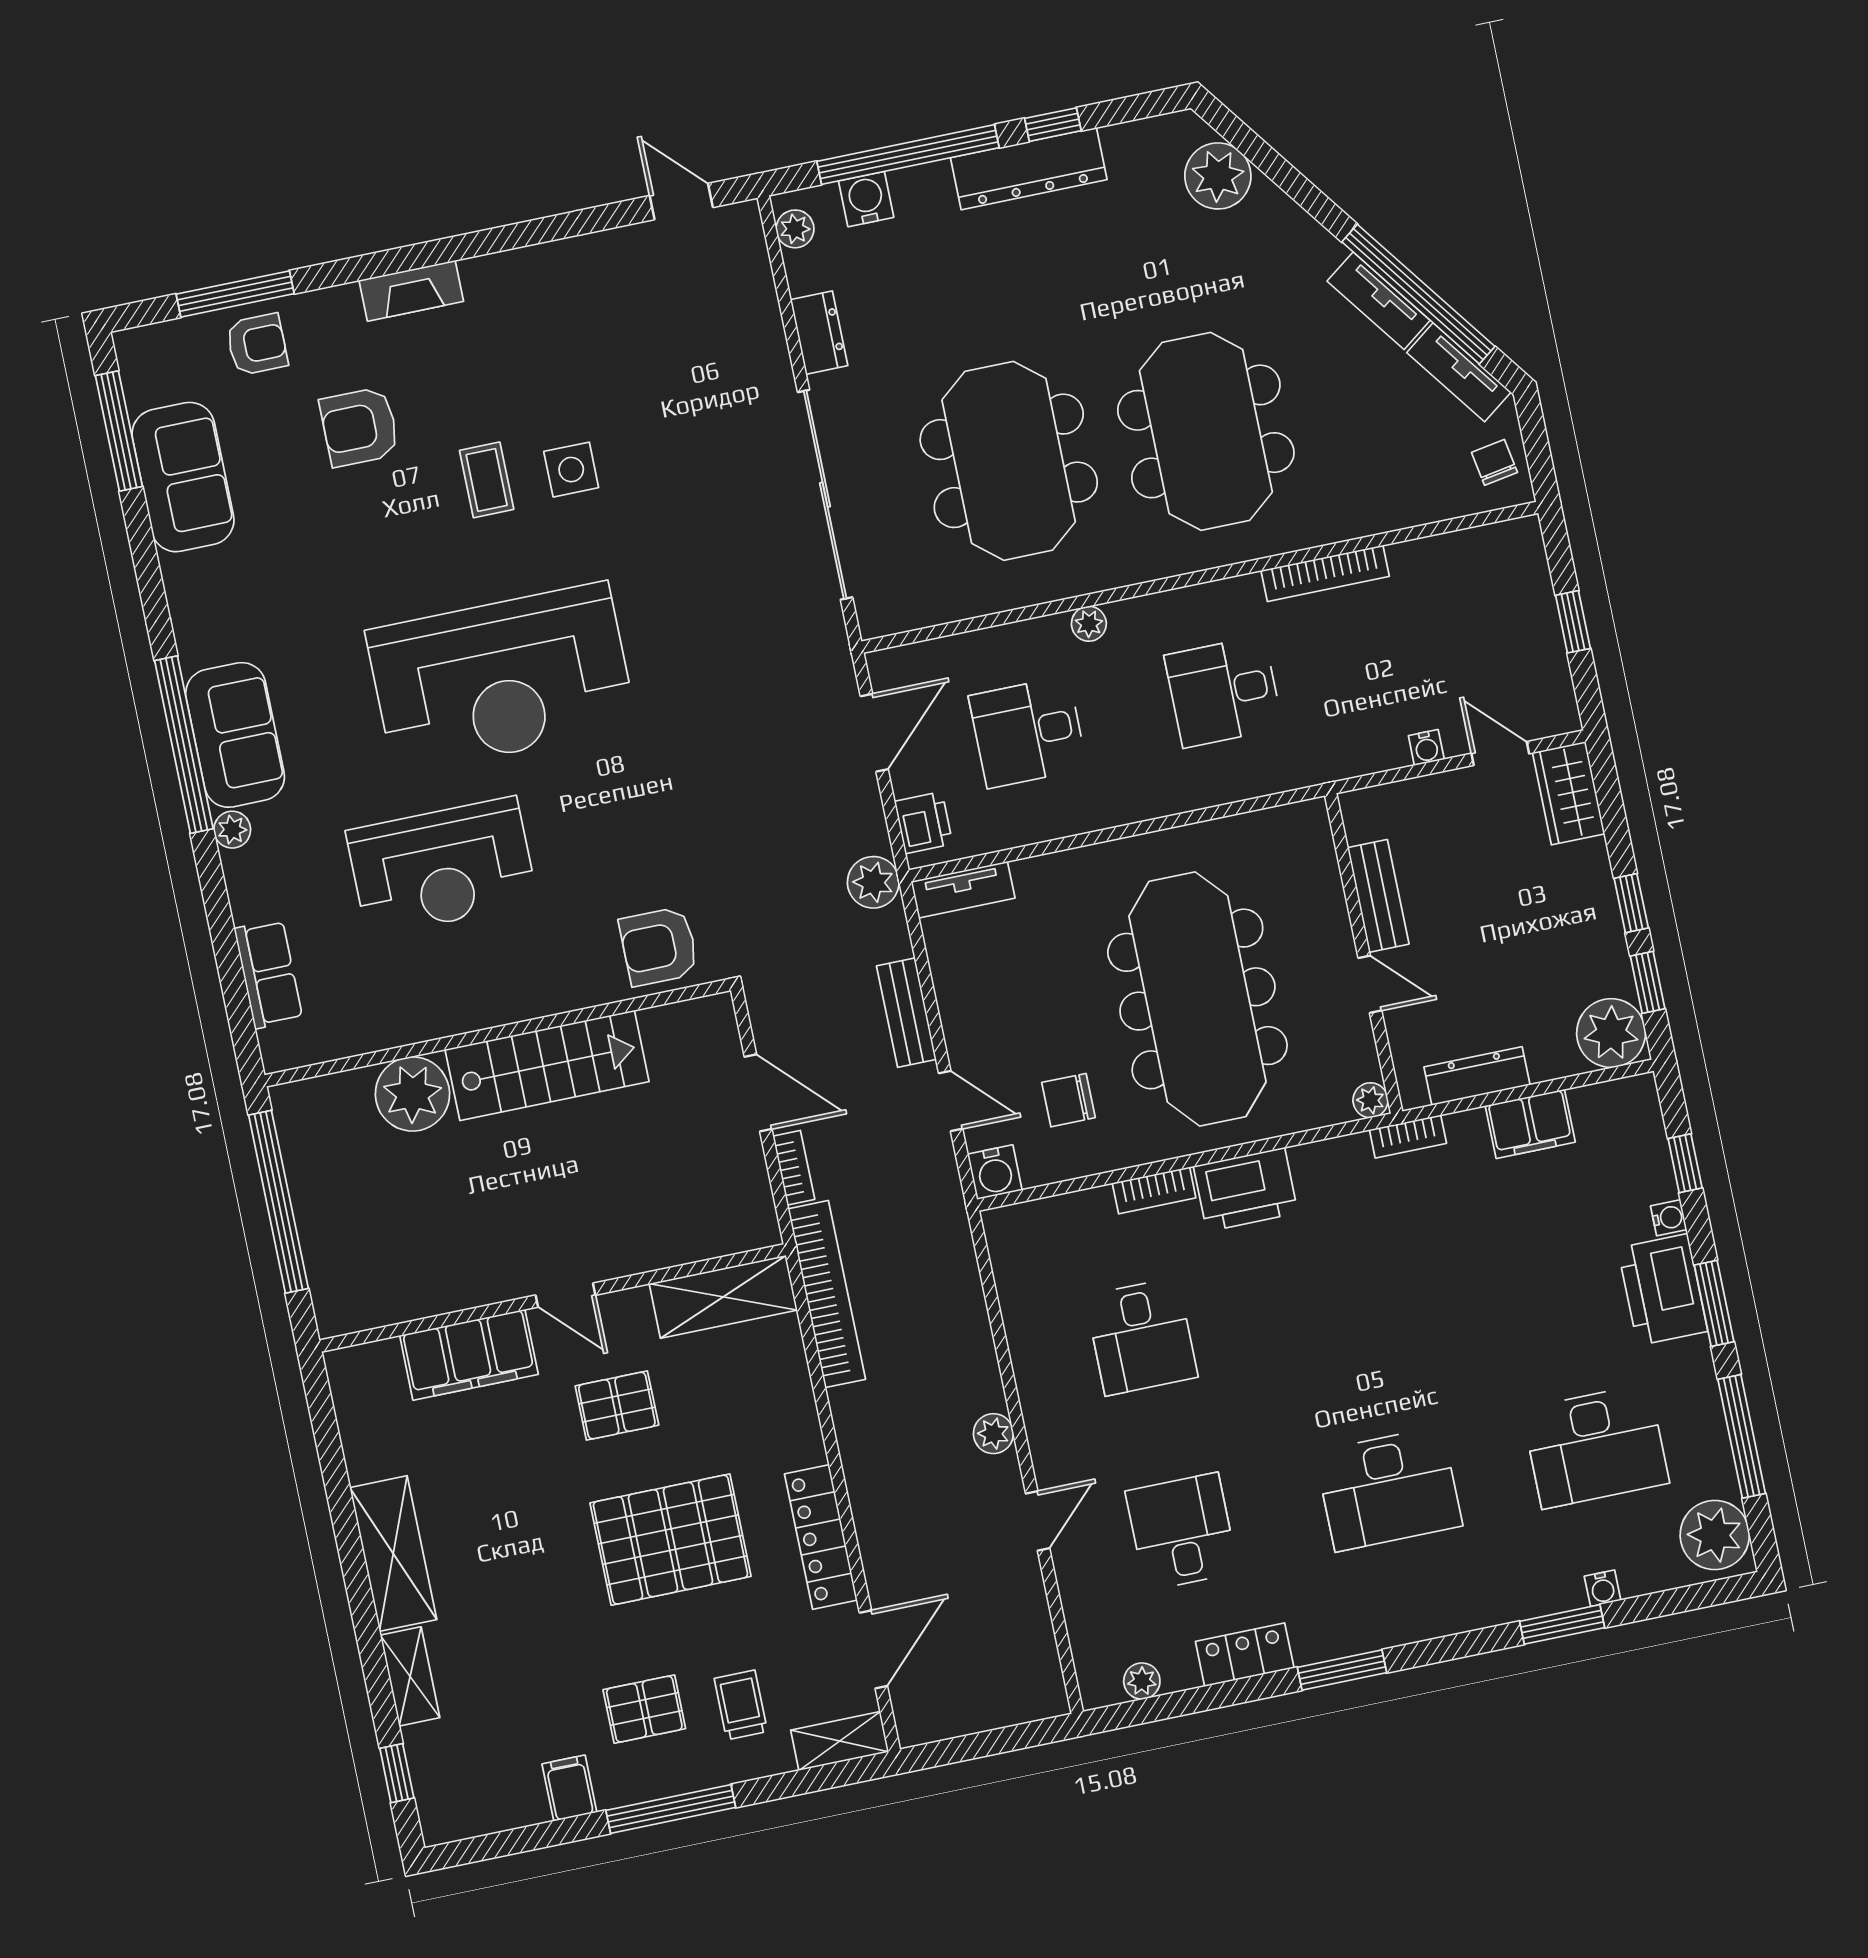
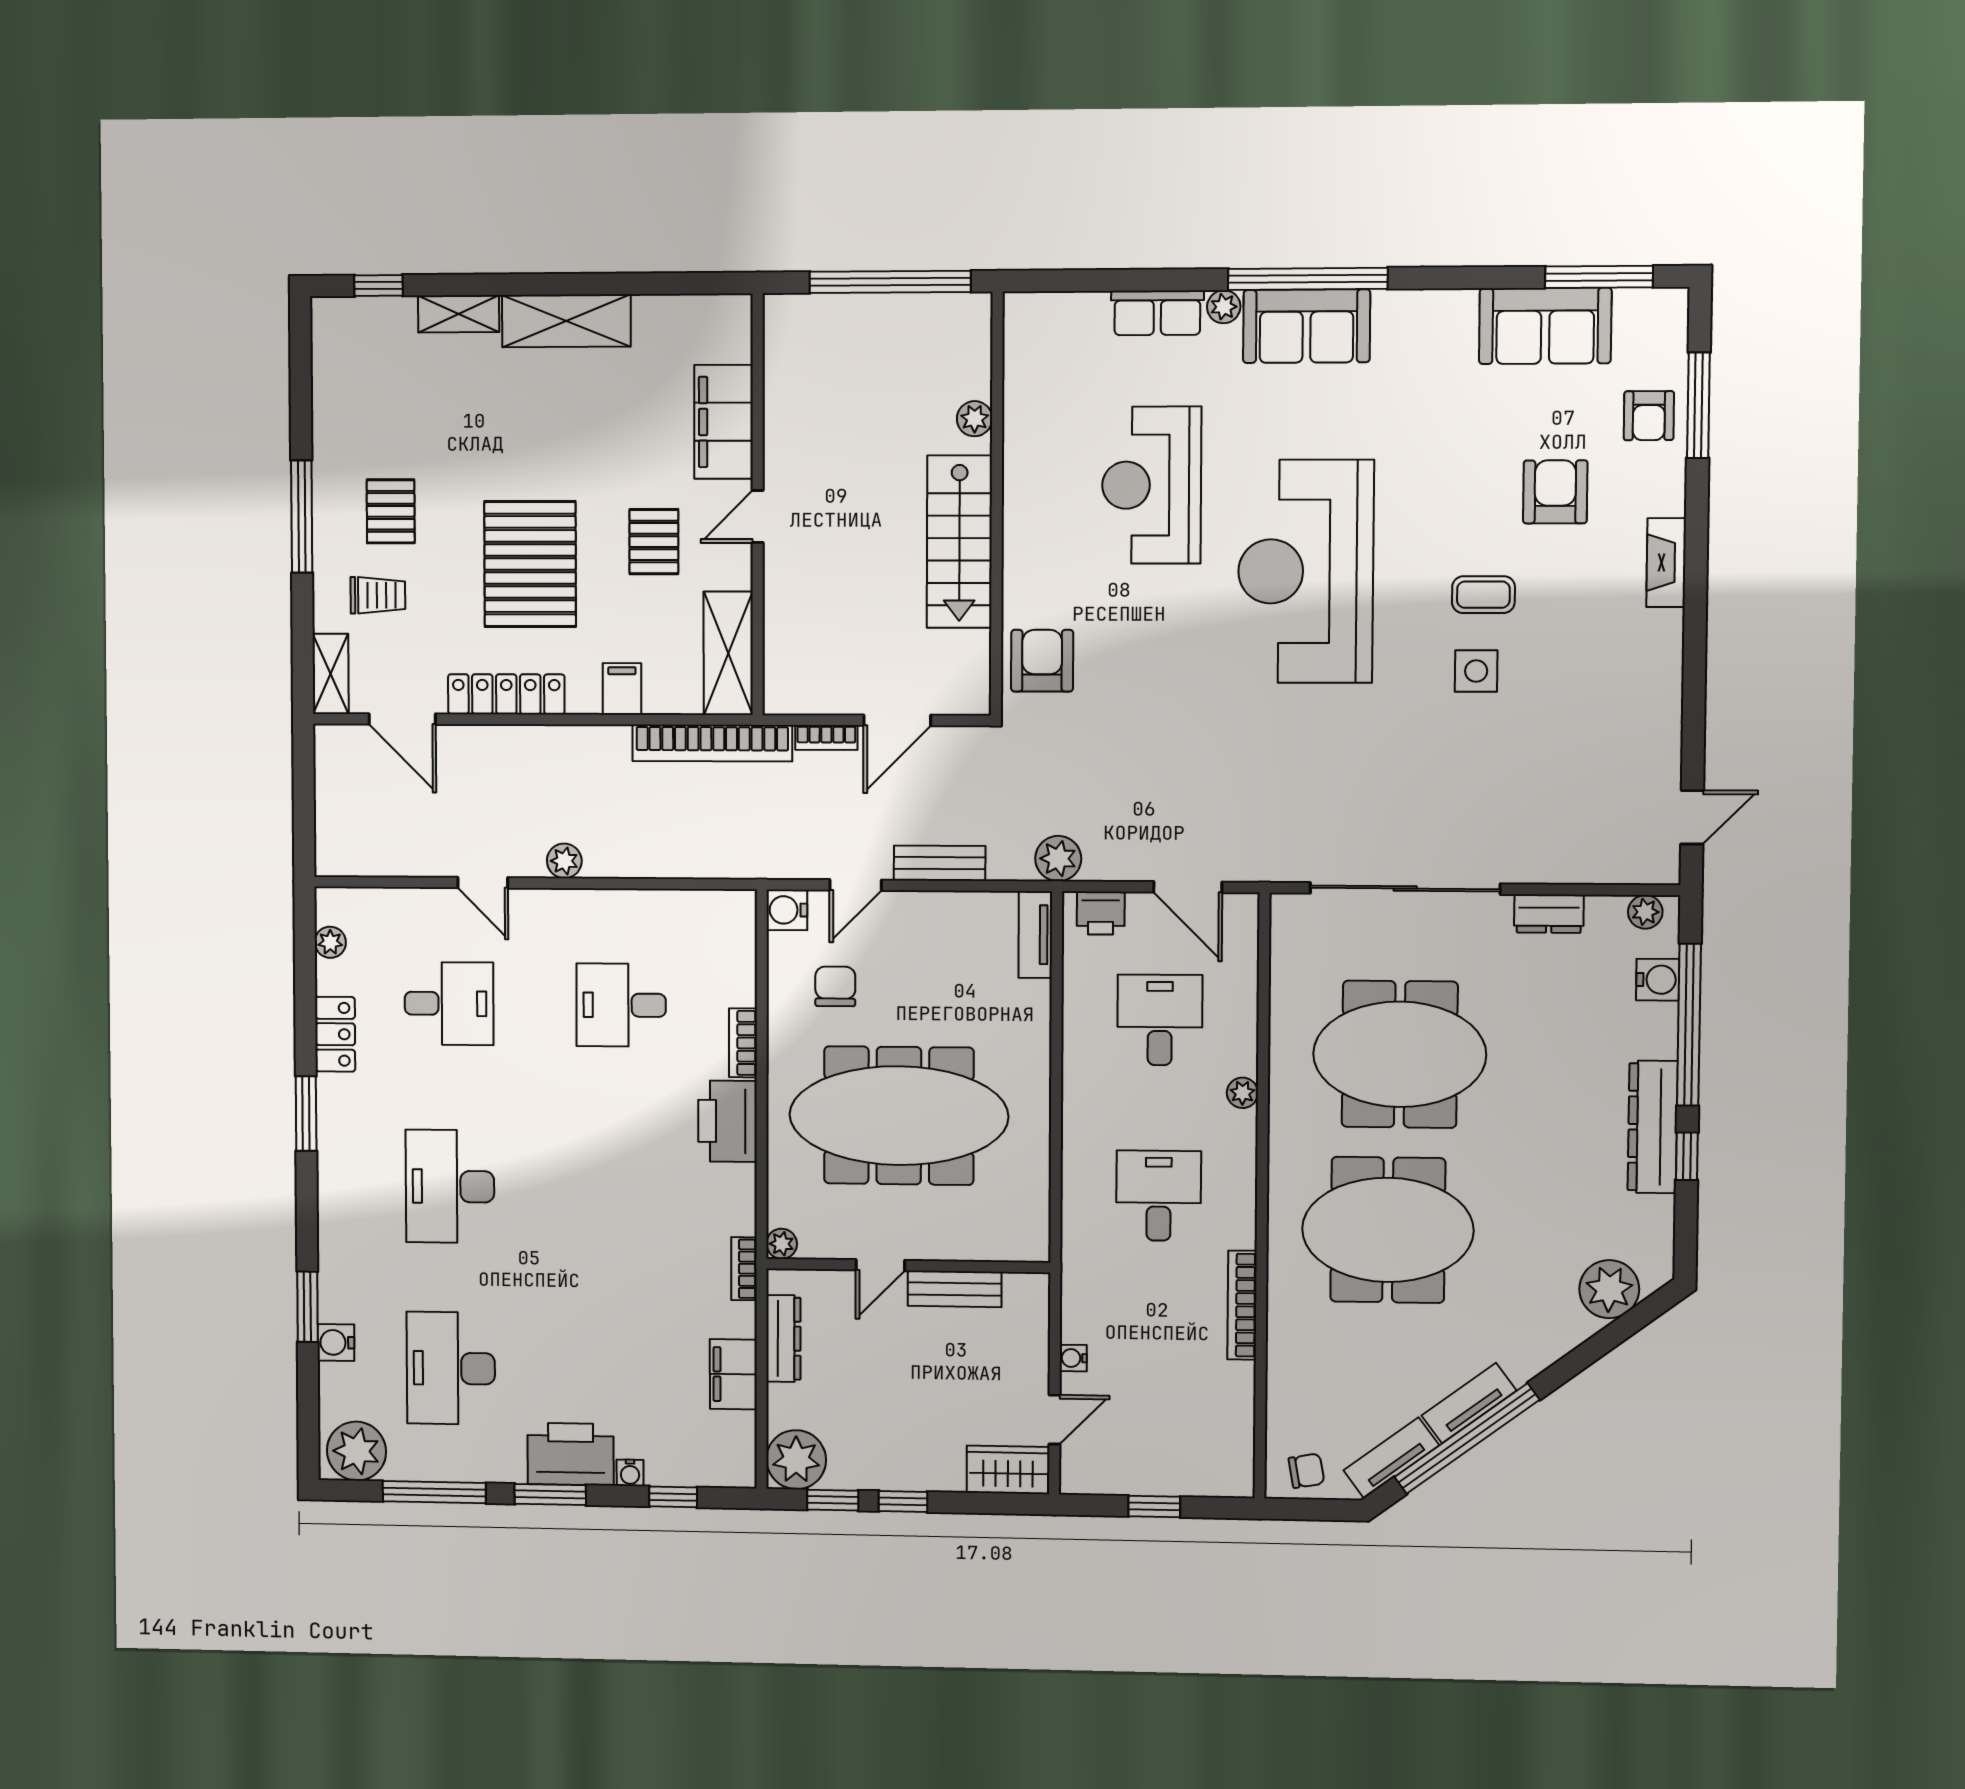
row of seats: (268, 974) -> (1157, 313), moved
plant: (412, 1094) -> (975, 419), width x0.53, depth x0.53
water cooler: (1603, 1588) -> (336, 1342), width x1.38, depth x1.38
filing cabinet: (569, 1788) -> (622, 689), moved, turned -90

